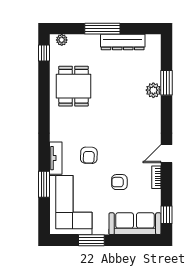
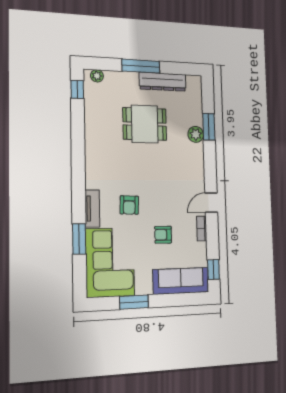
dining table: (73, 86) -> (145, 124), moved, turned 90

